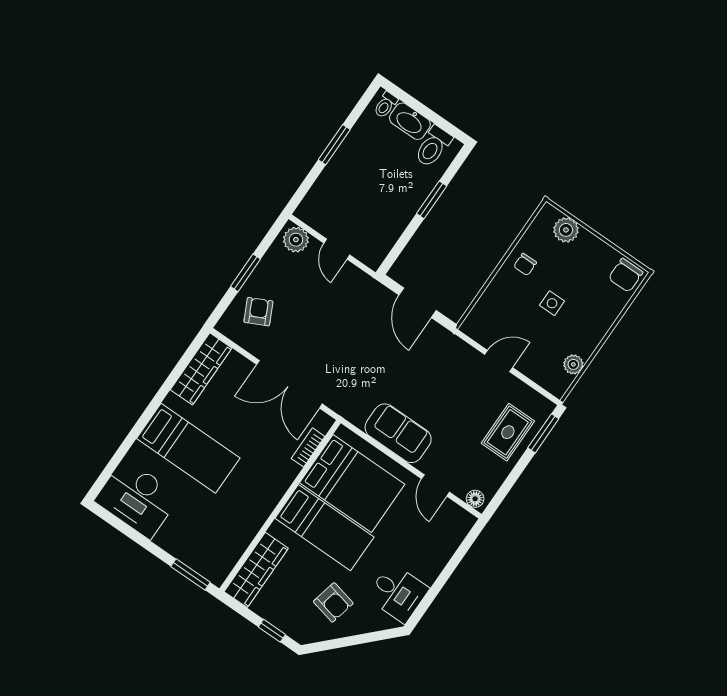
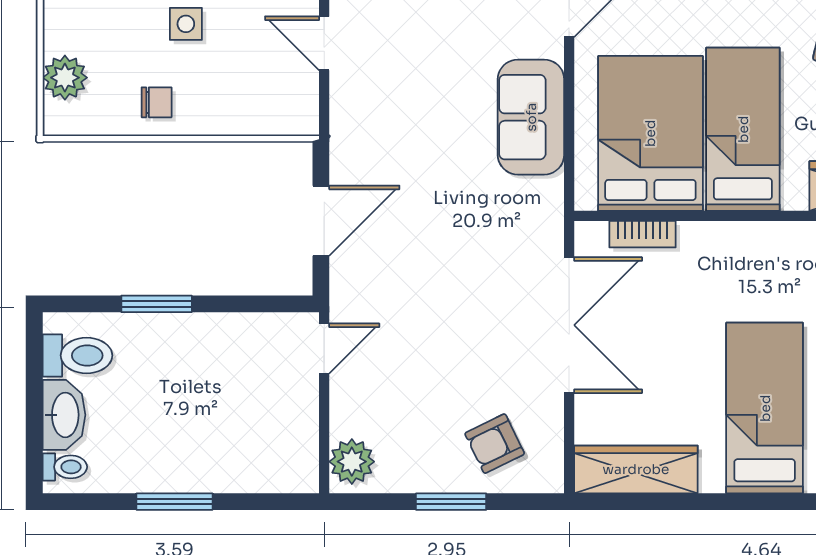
door: (337, 249) -> (324, 349), moved

